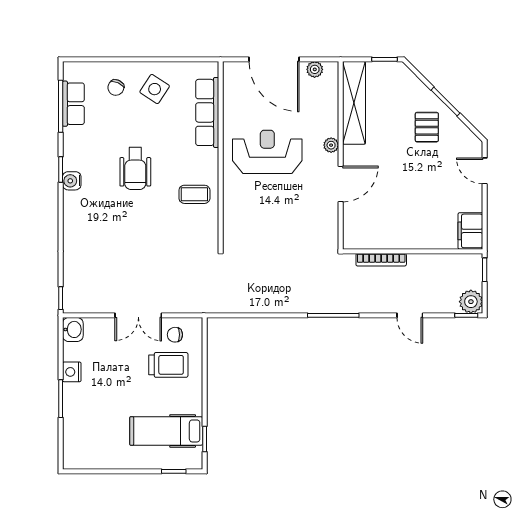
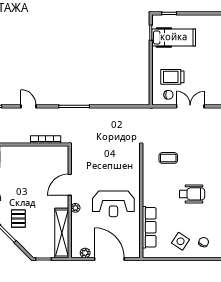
wheelchair: (135, 168) -> (192, 194), turned 90
coffee table: (194, 194) -> (168, 158), moved

